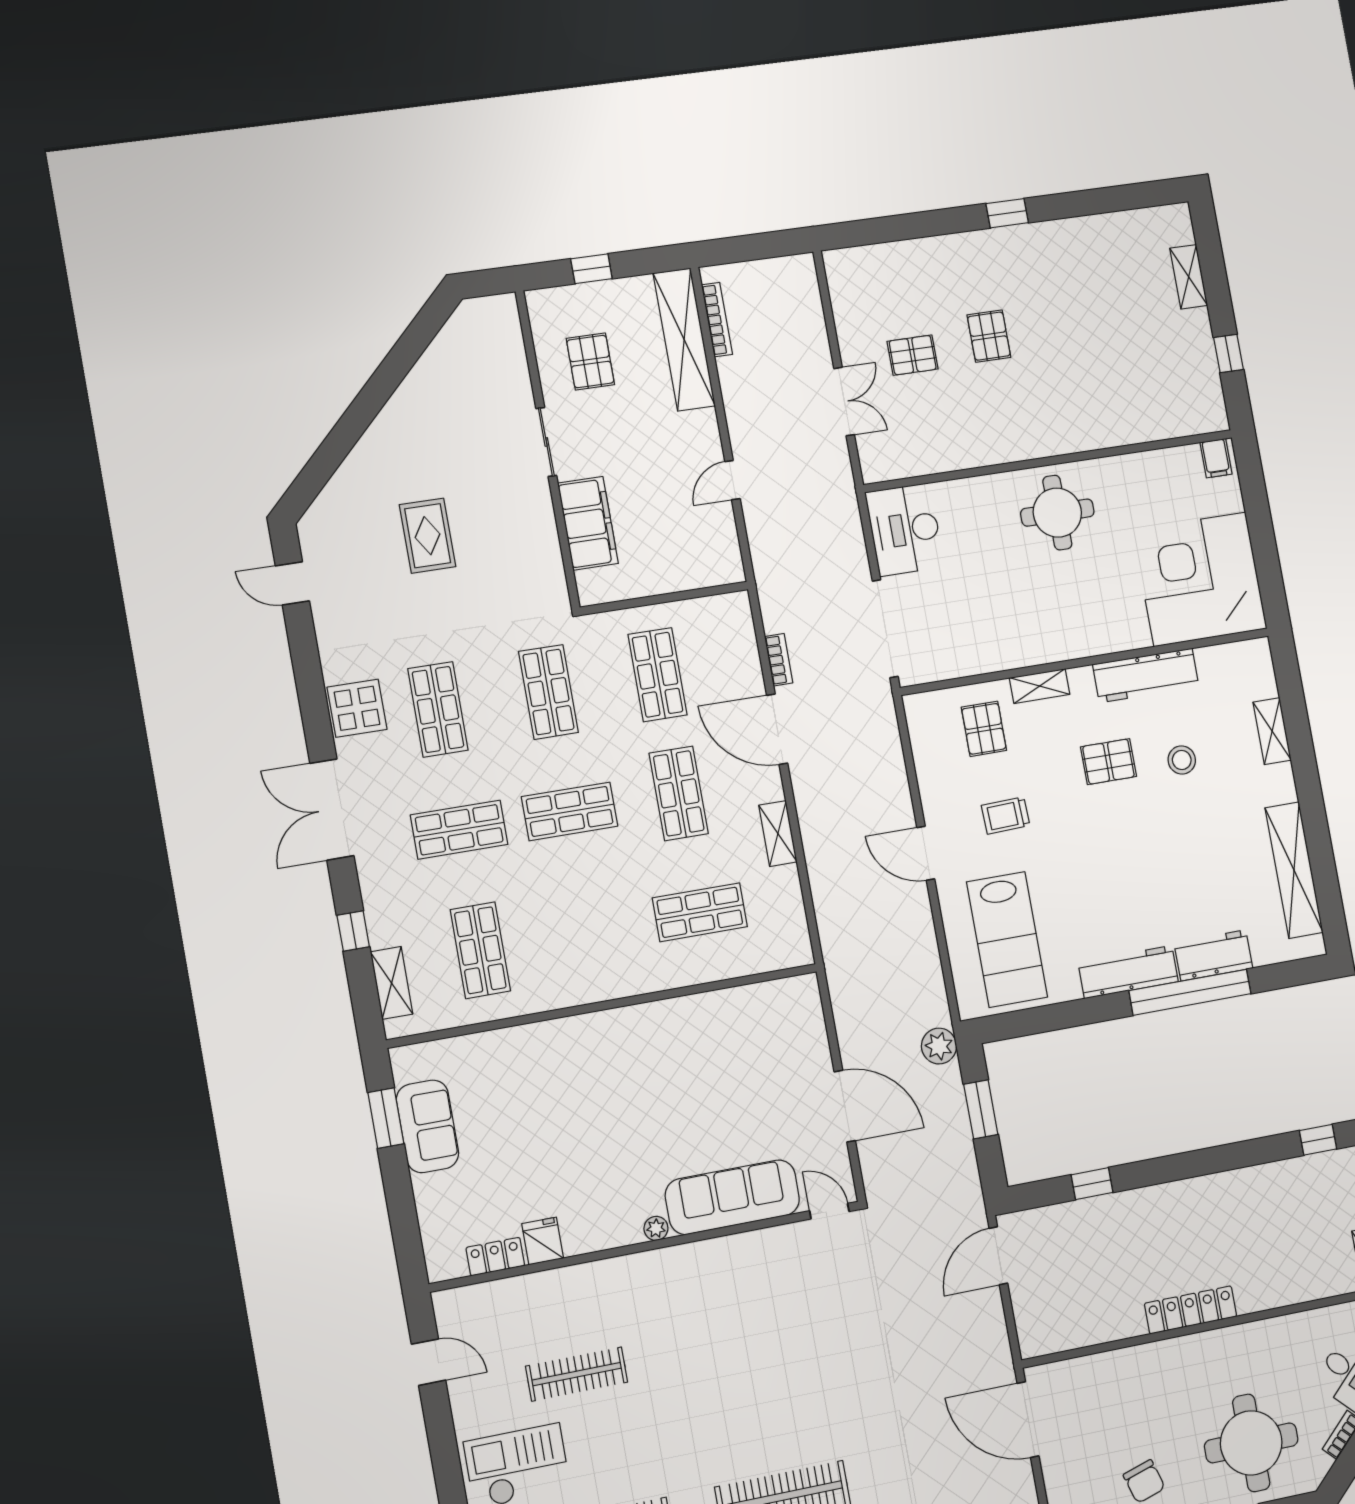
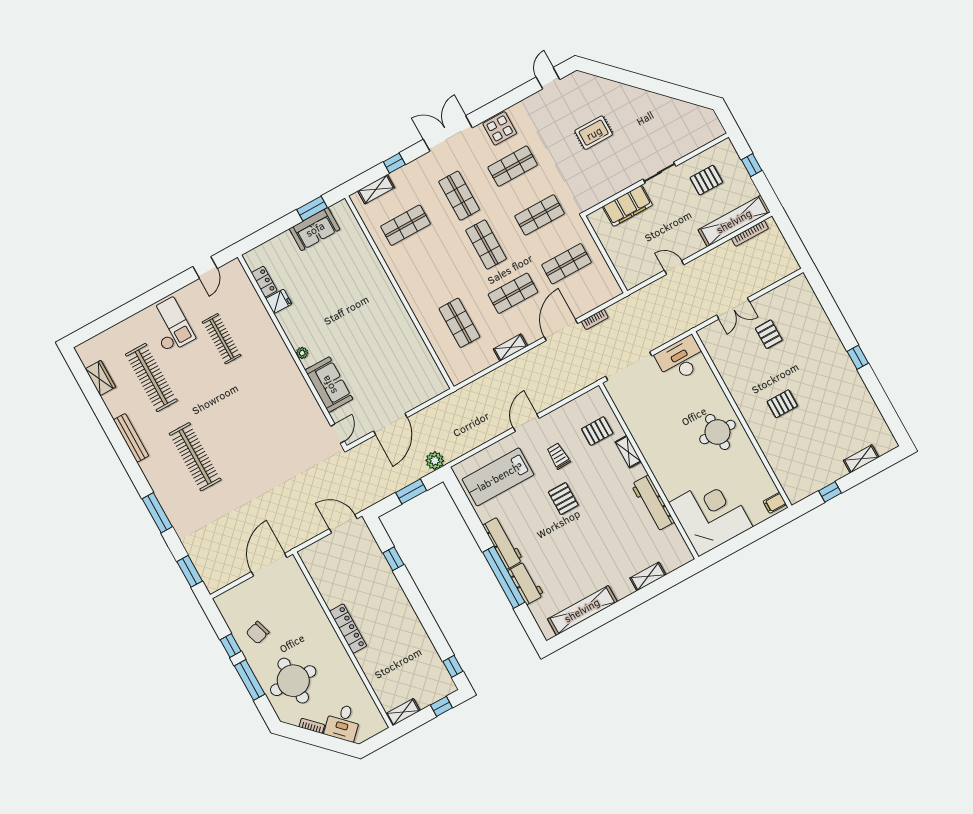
pallet: (989, 336) -> (782, 404), moved
stool: (1182, 760) -> (617, 535), removed
pallet: (1108, 762) -> (563, 499), moved
sofa: (732, 1197) -> (329, 385), width x0.73

